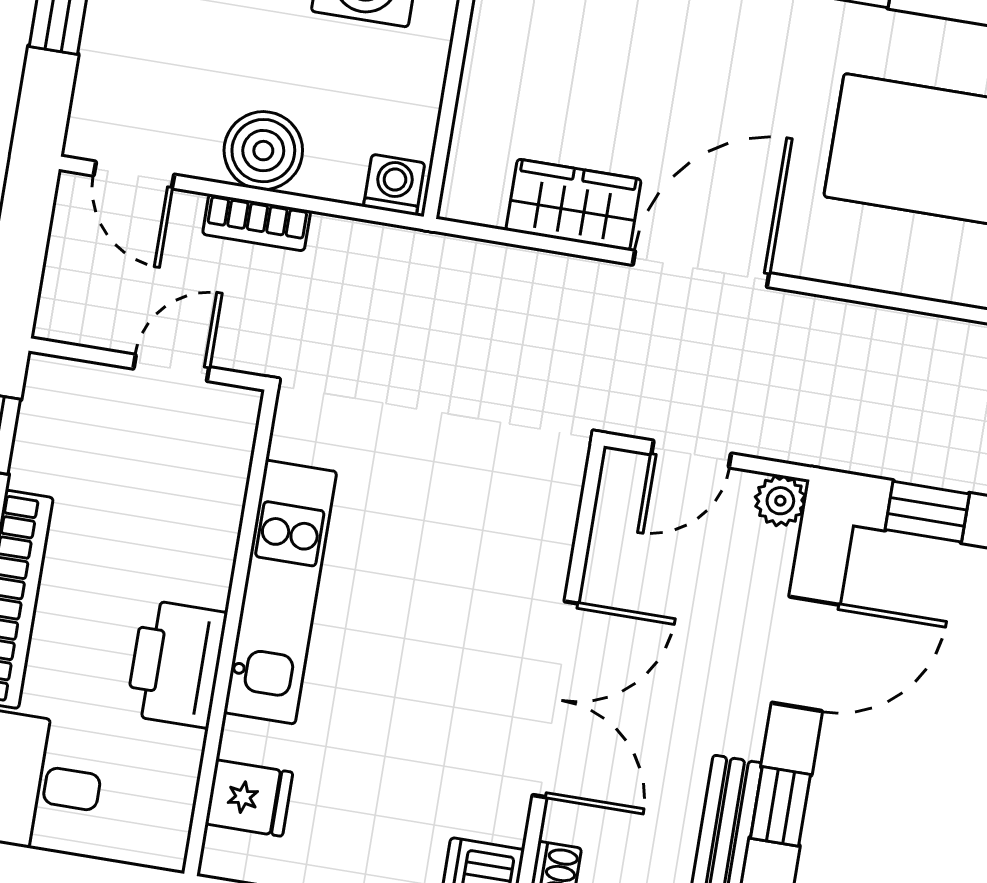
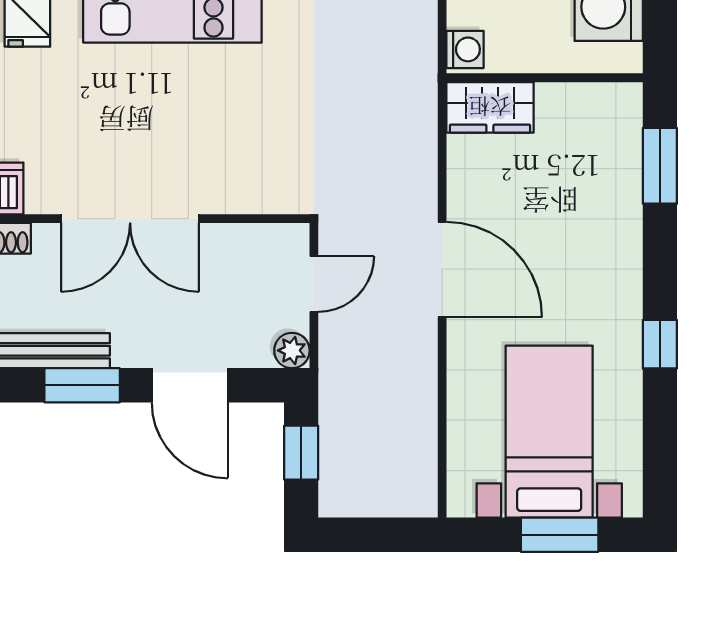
wardrobe: (574, 205) -> (490, 107), moved, turned 90
door: (691, 454) -> (314, 284), swing flipped
window: (780, 806) -> (82, 385), width x1.50

